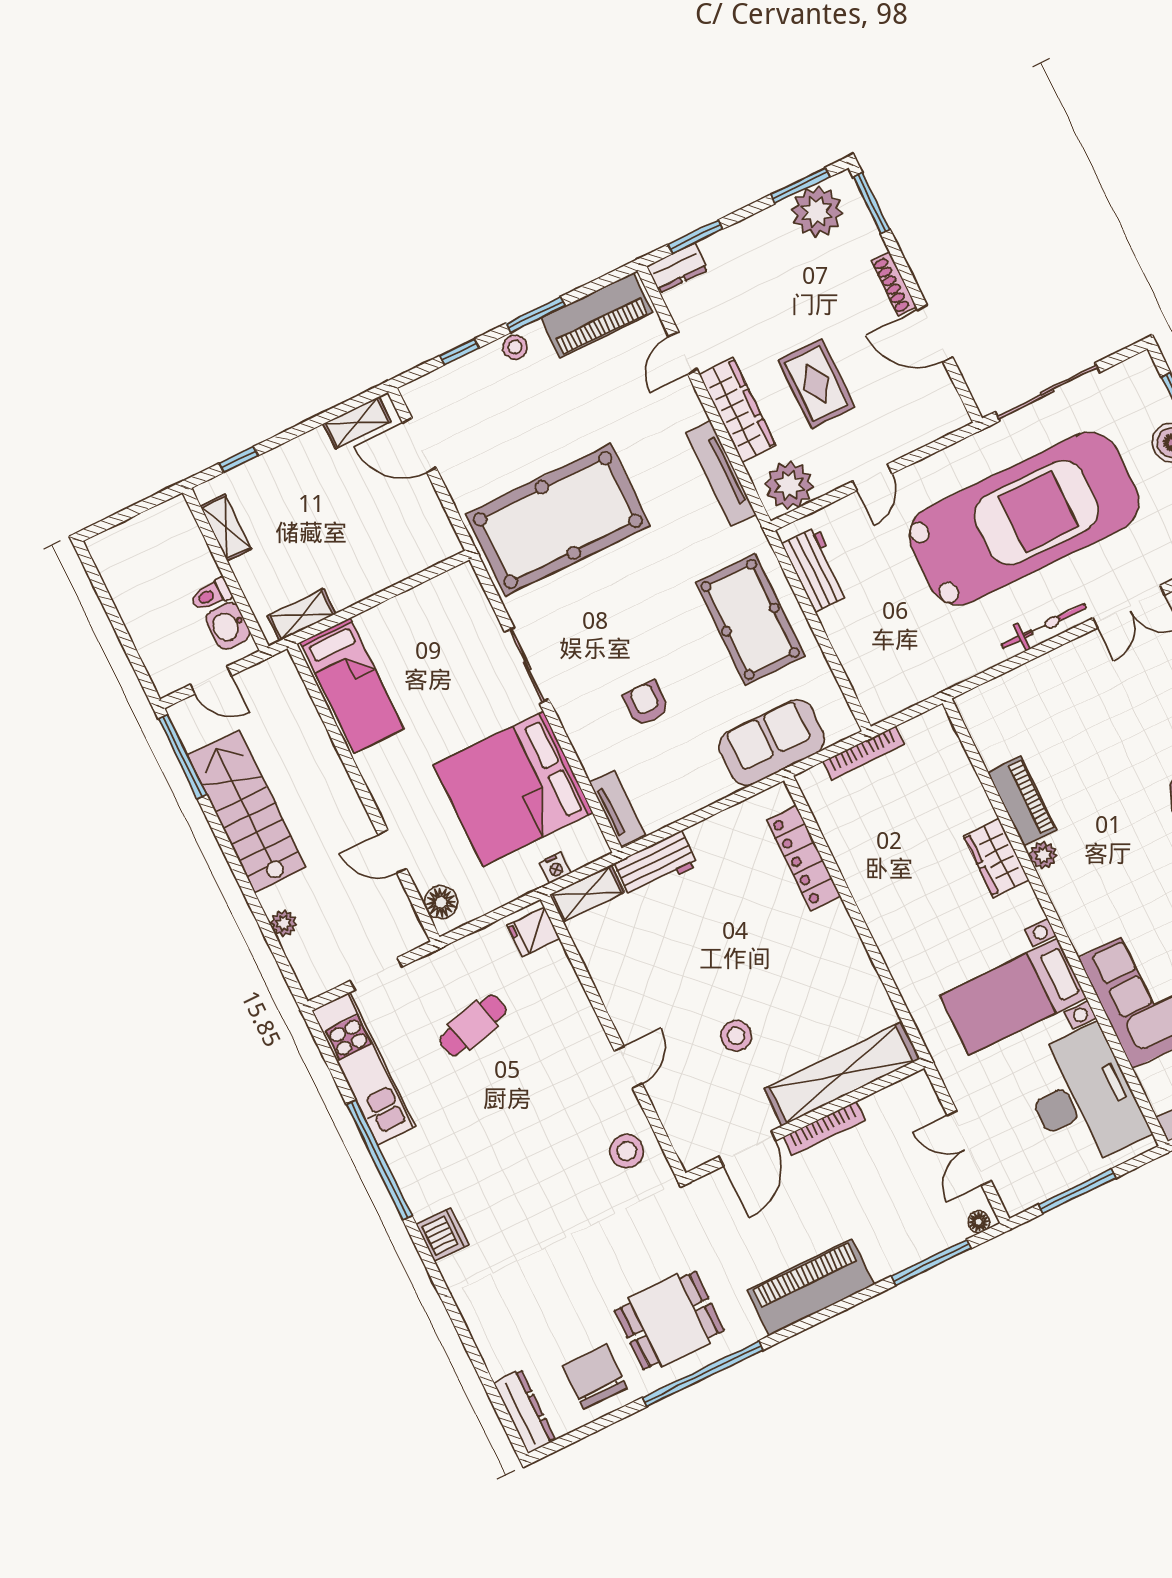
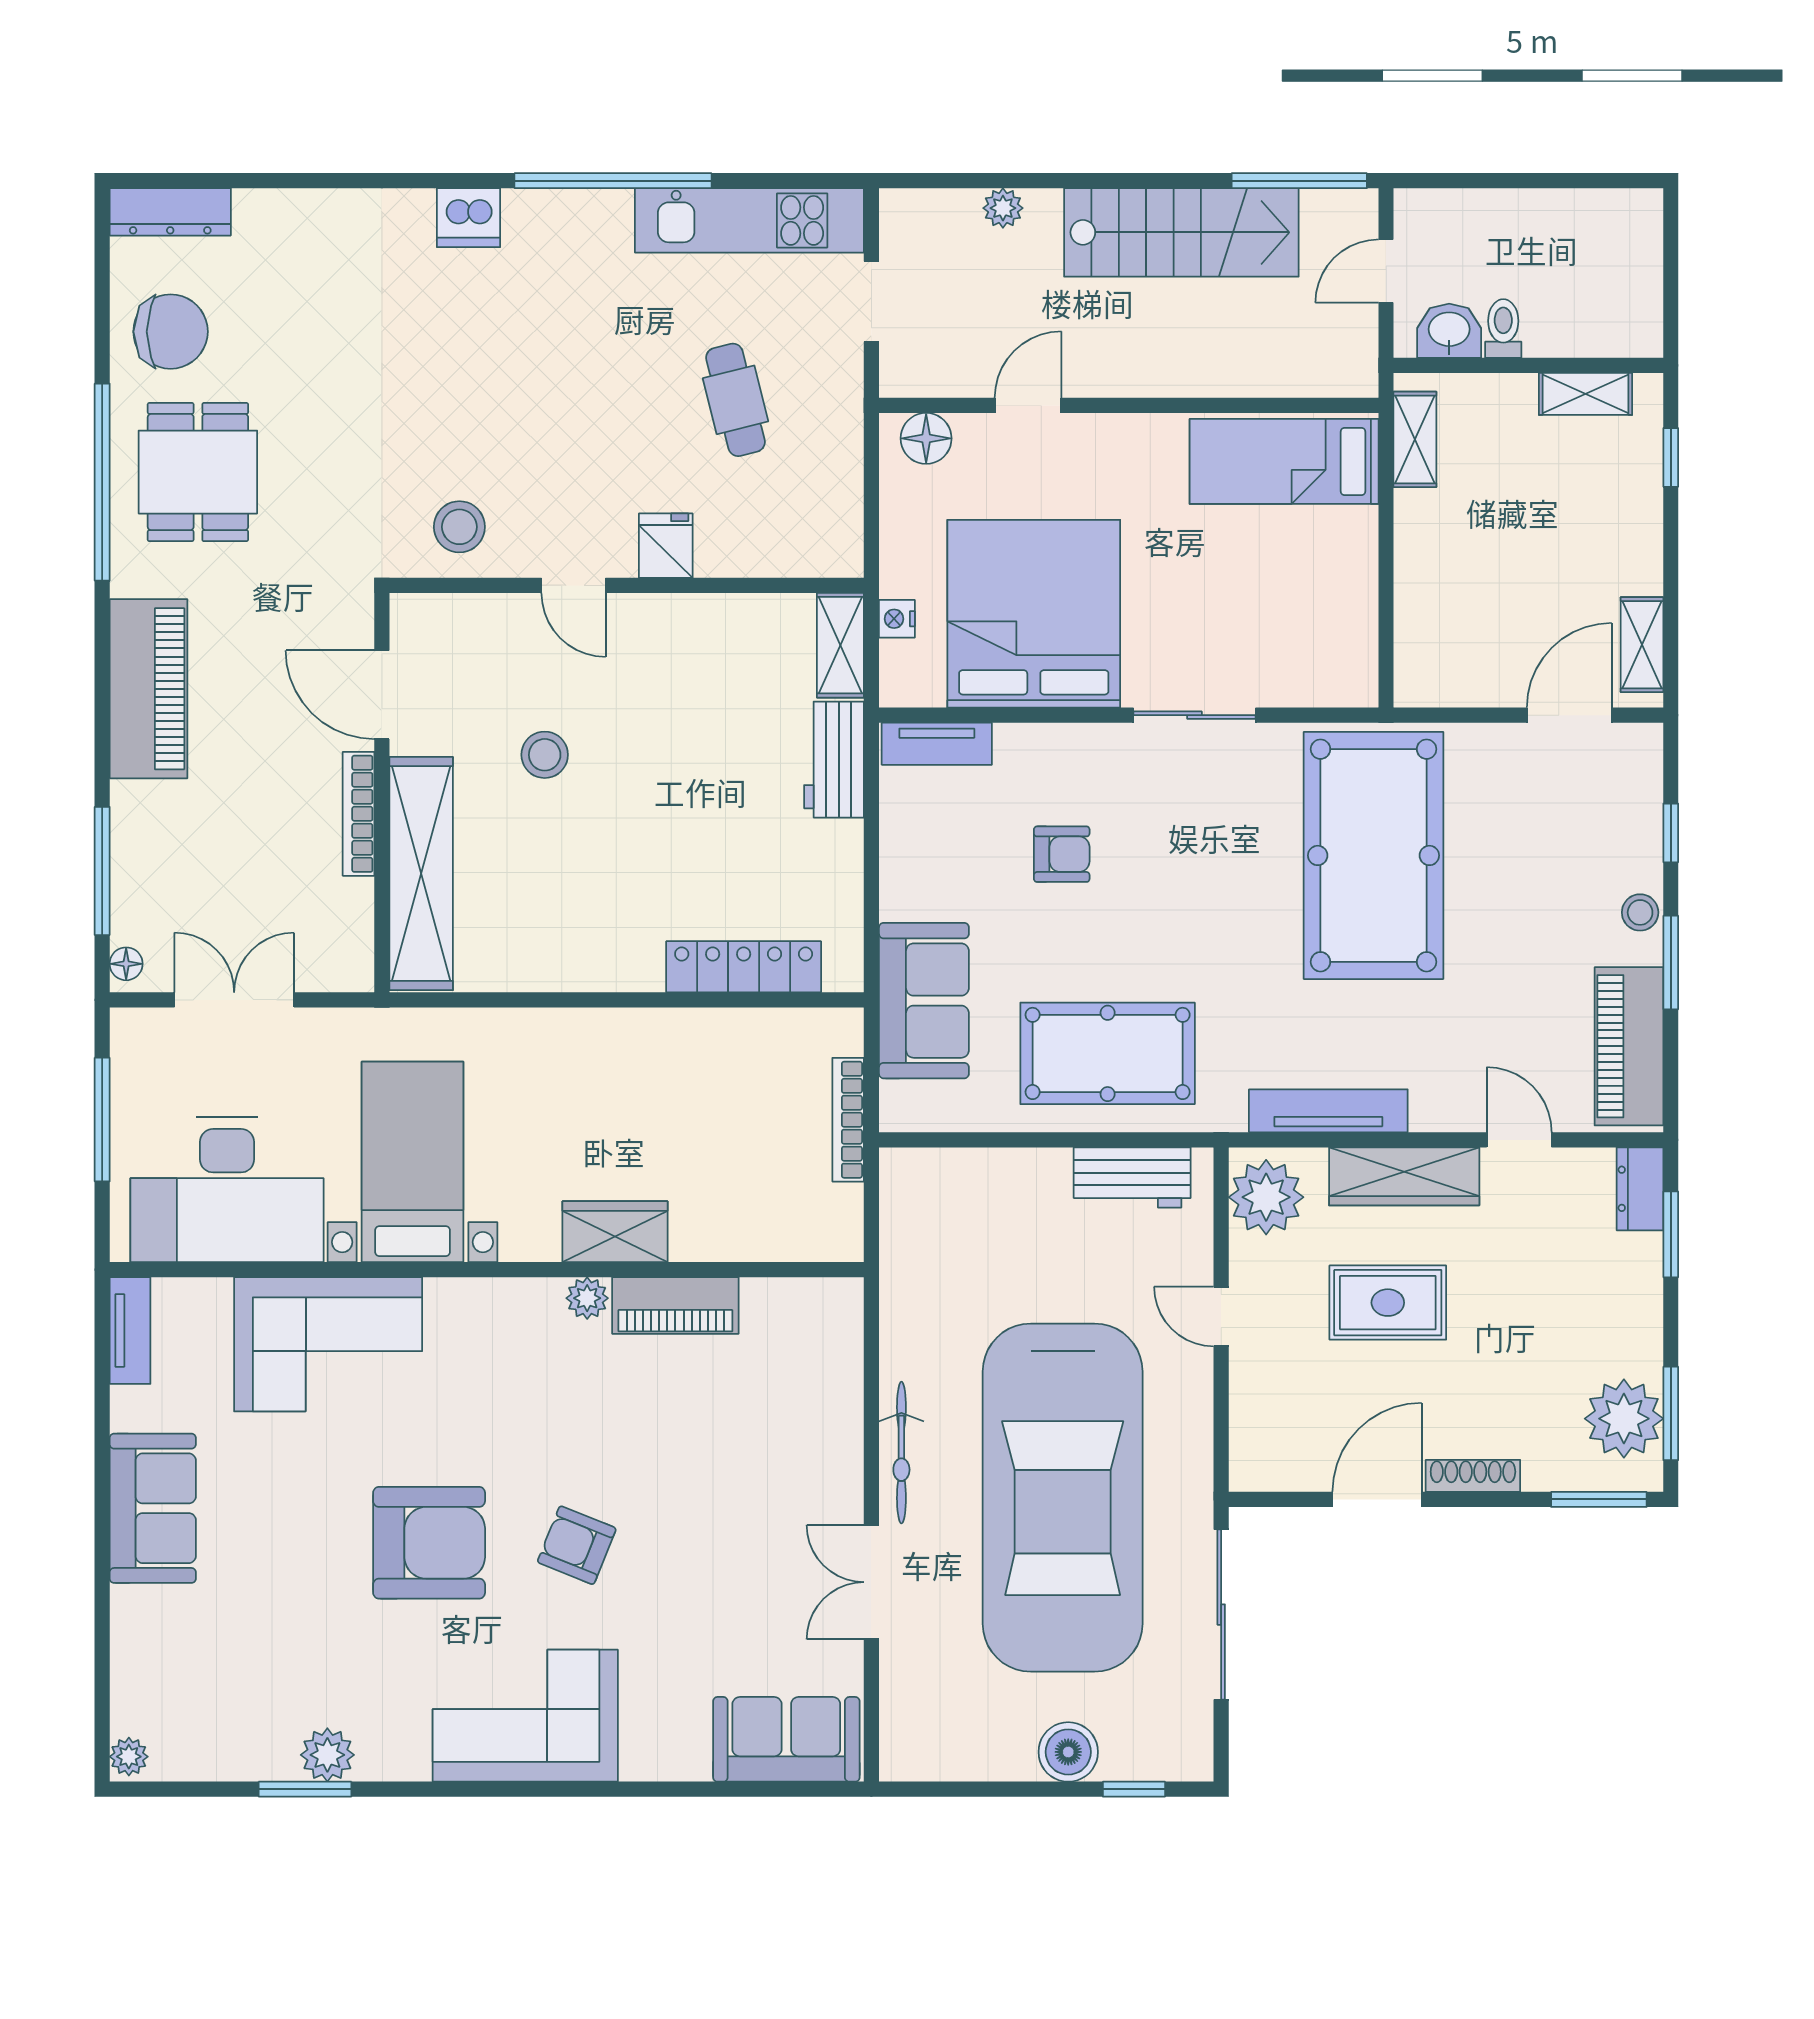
fridge: (533, 932) -> (666, 546), moved

